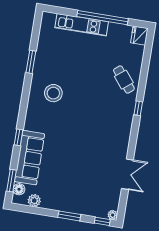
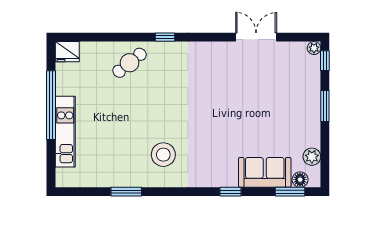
sofa: (30, 158) -> (265, 172), width x0.73

